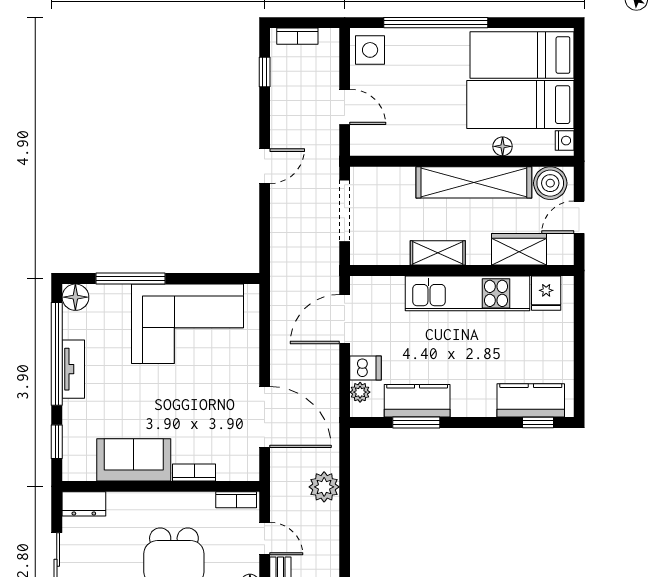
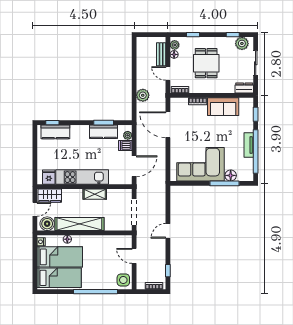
wardrobe: (519, 249) -> (50, 196), moved
floor lamp: (75, 297) -> (231, 175), moved

